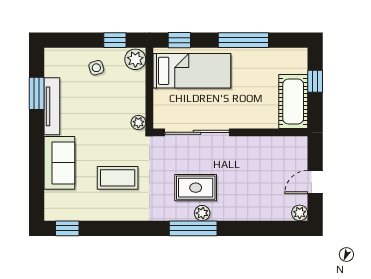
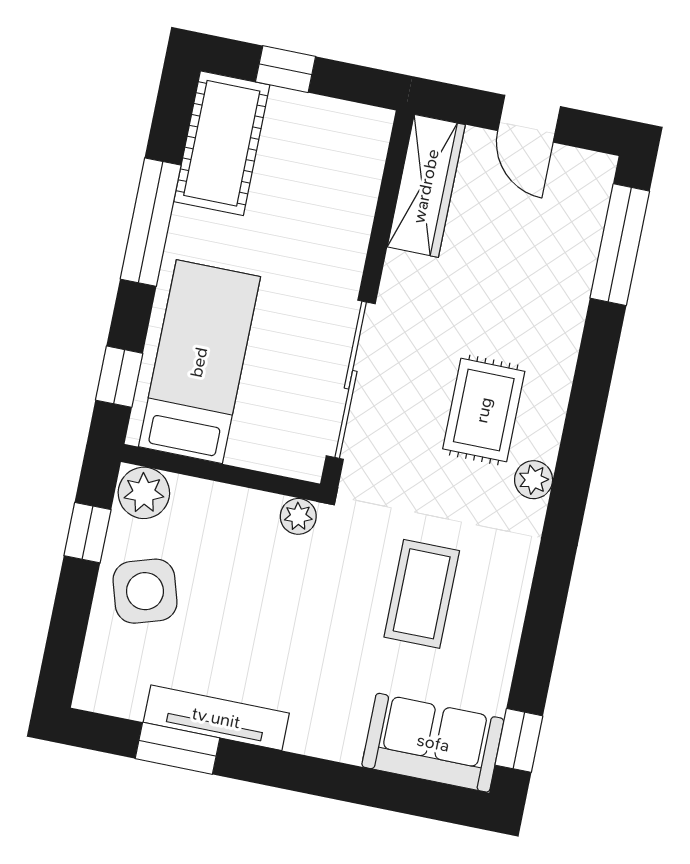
side table: (96, 68) -> (145, 591), width x1.87, depth x1.87
cot: (293, 102) -> (222, 143), moved, turned 90
wardrobe: (280, 147) -> (426, 186), added
sofa: (59, 163) -> (433, 743), moved
plant: (202, 213) -> (534, 480), moved
plant: (300, 213) -> (596, 171), removed
window: (193, 228) -> (620, 245), moved

